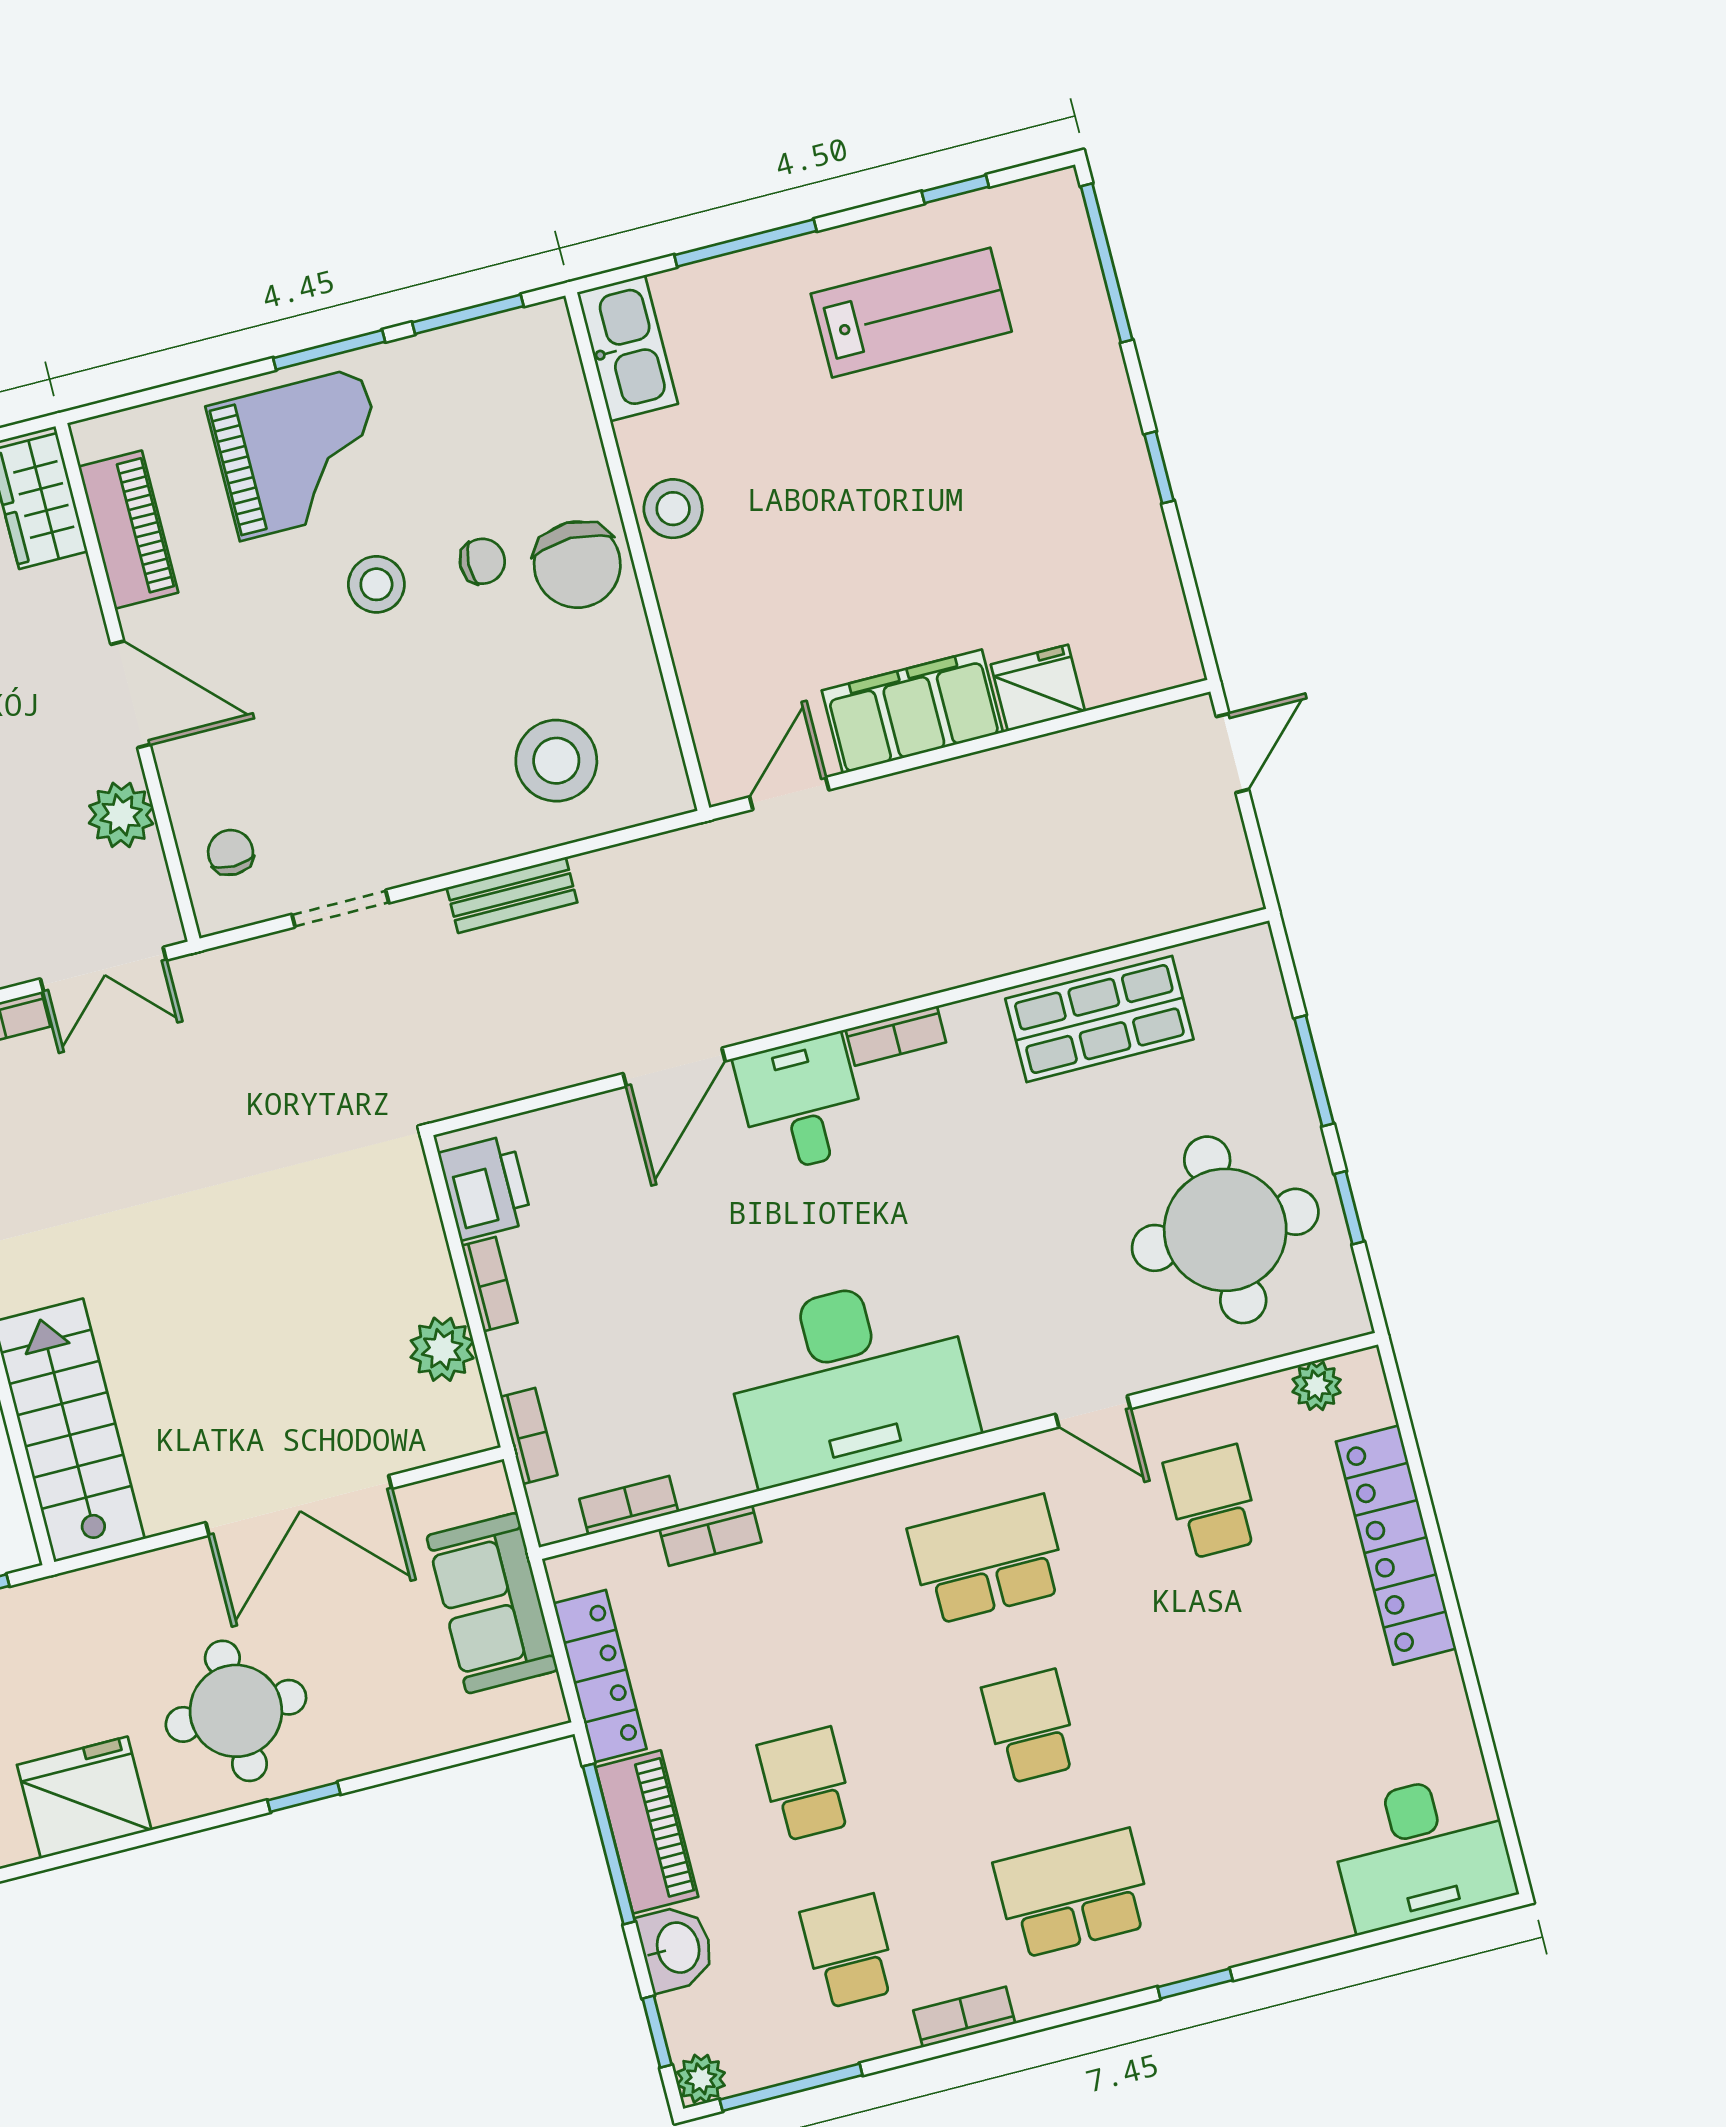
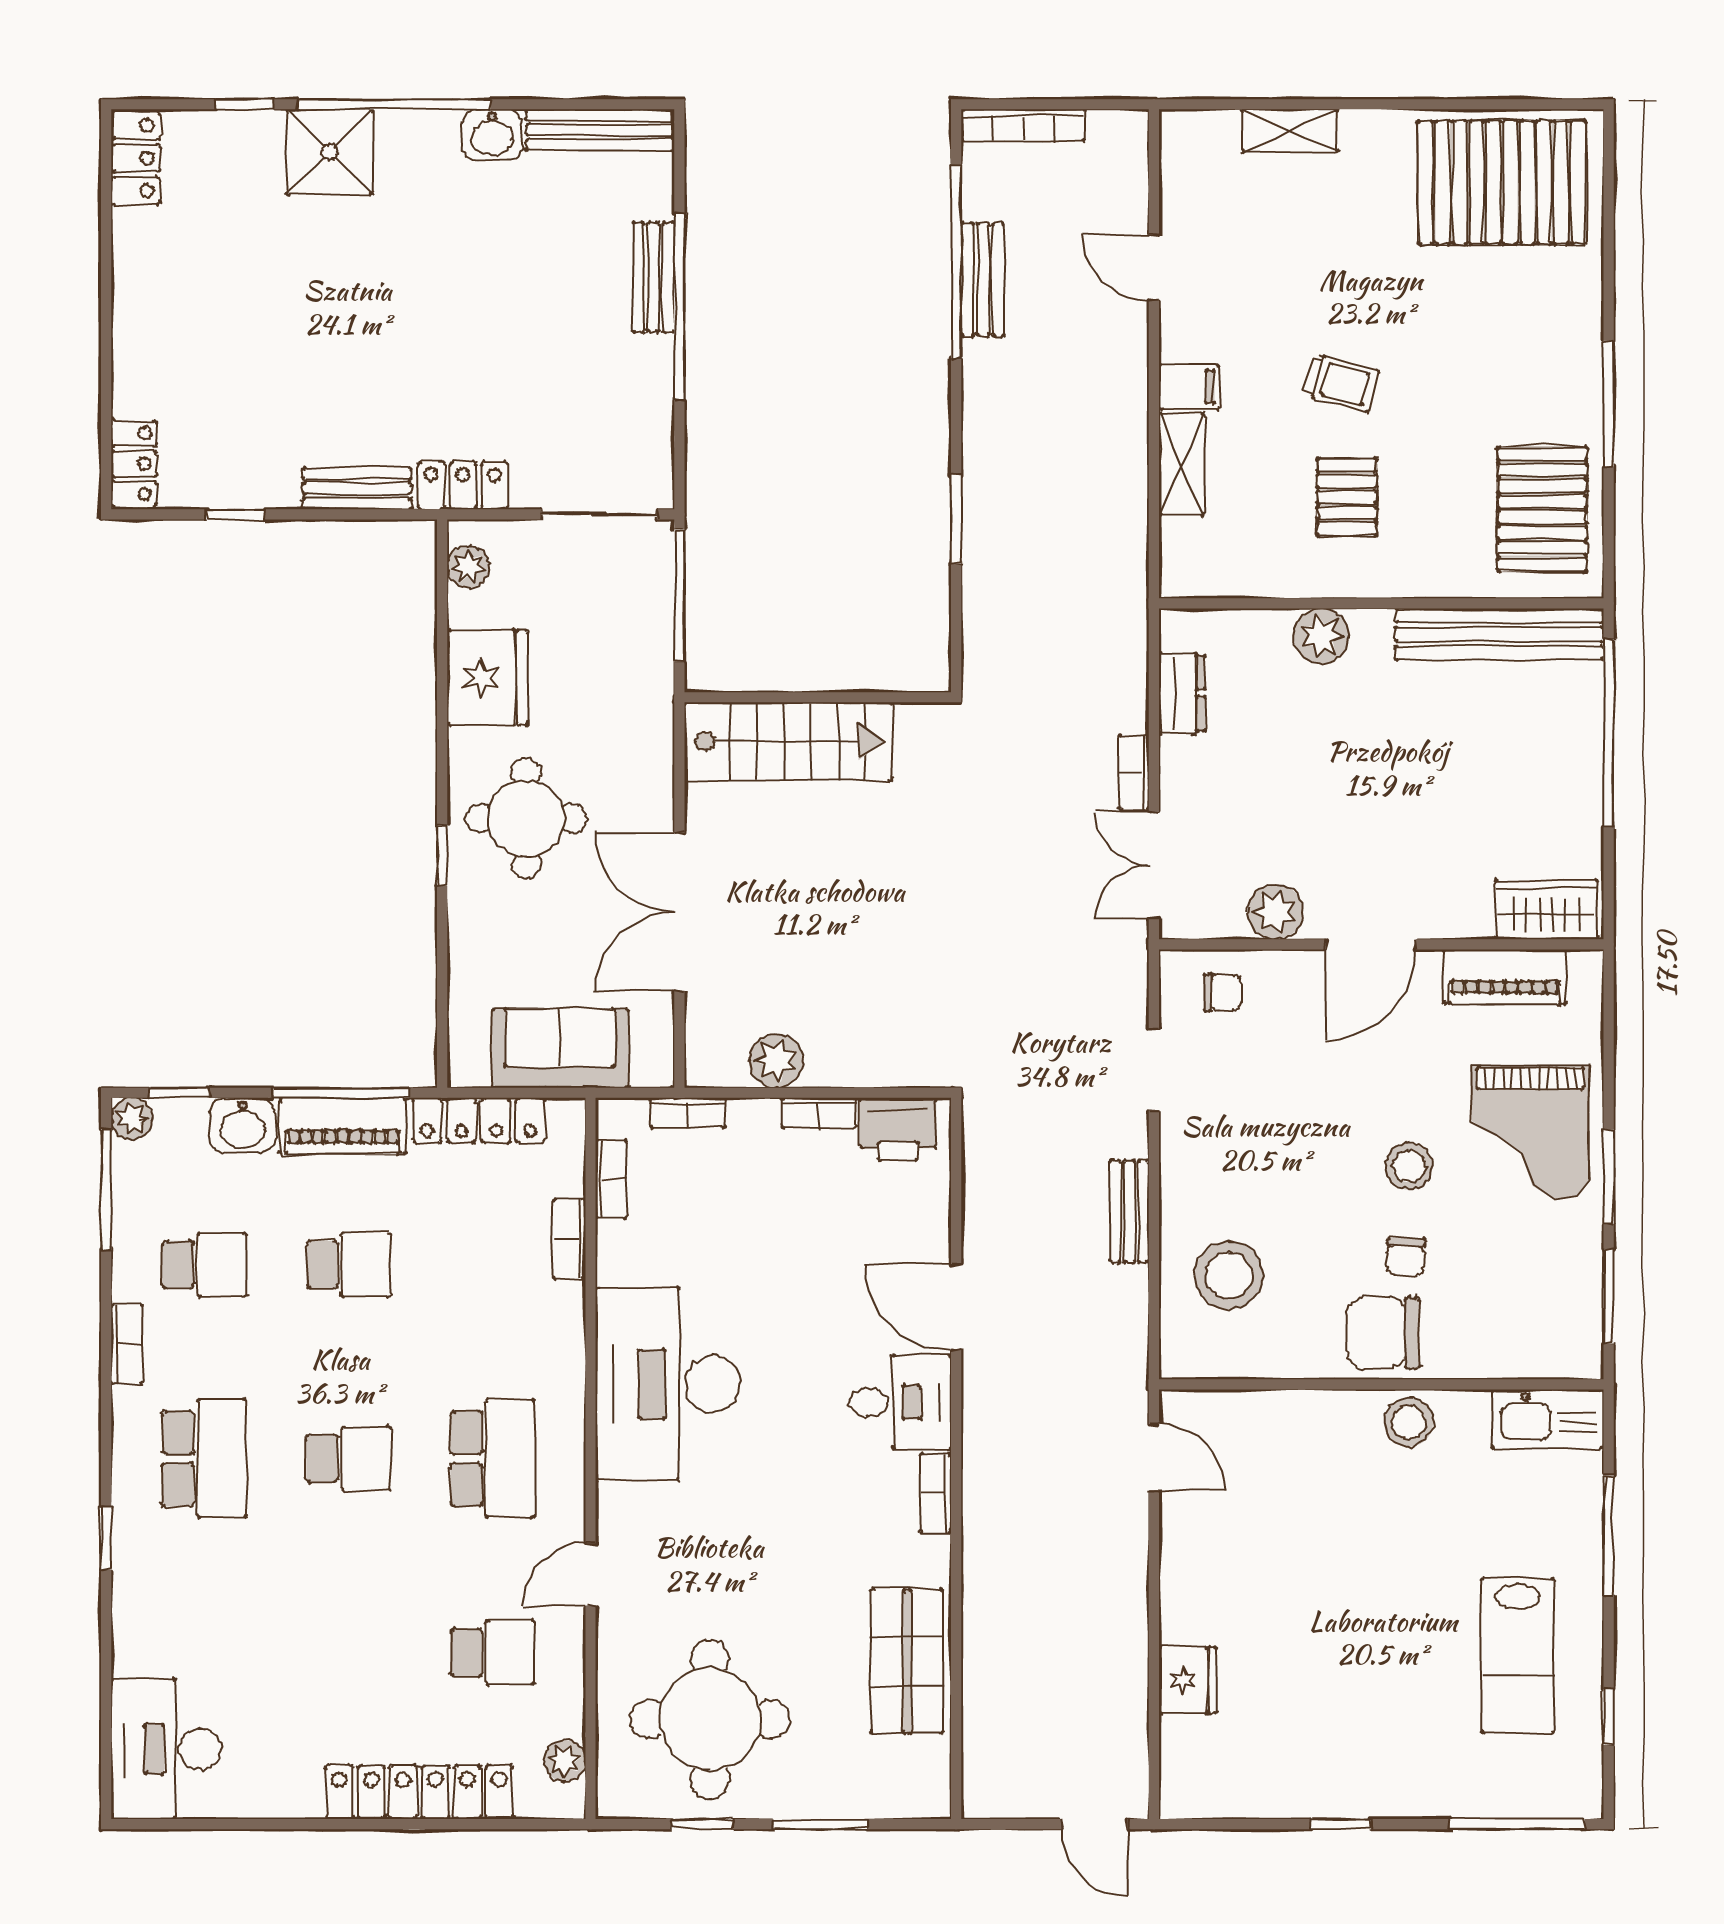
filing cabinet: (912, 711) -> (1195, 1574), removed

